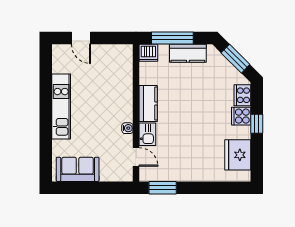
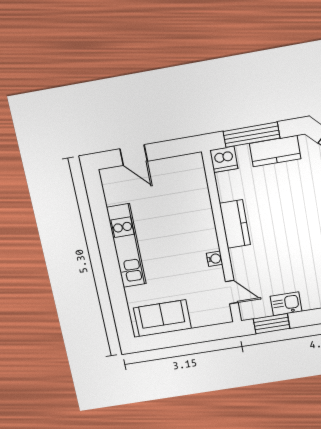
kitchen sink: (147, 134) -> (286, 304), moved, turned -90

